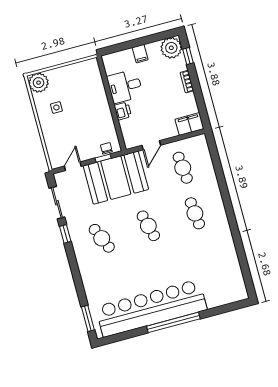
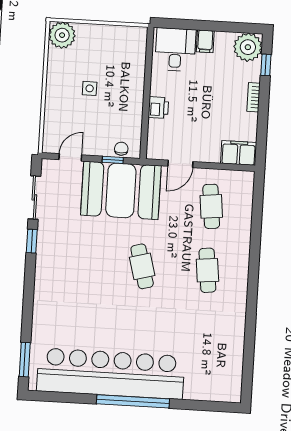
desk: (125, 86) -> (175, 50), moved, turned 90
side table: (56, 107) -> (90, 88), moved
cafe table: (102, 238) -> (77, 262), removed

